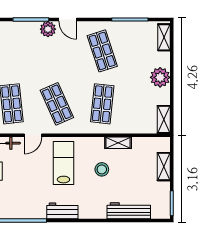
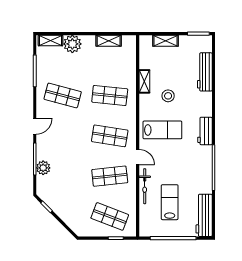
plant: (48, 29) -> (43, 168), moved
shop shelf: (102, 51) -> (63, 95), turned 33
plant: (160, 77) -> (72, 44), moved
shop shelf: (57, 104) -> (110, 136), turned 33
shelving: (164, 119) -> (109, 41), moved
lab bench: (63, 163) -> (162, 130), turned 180

